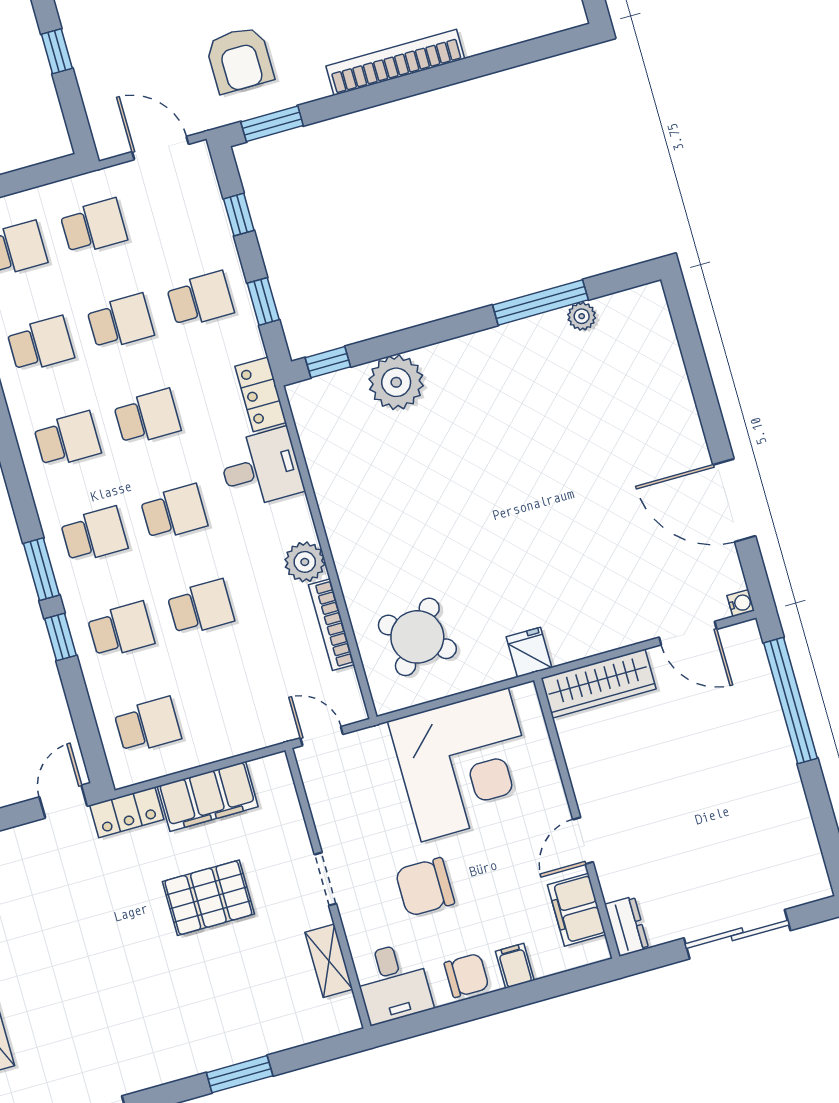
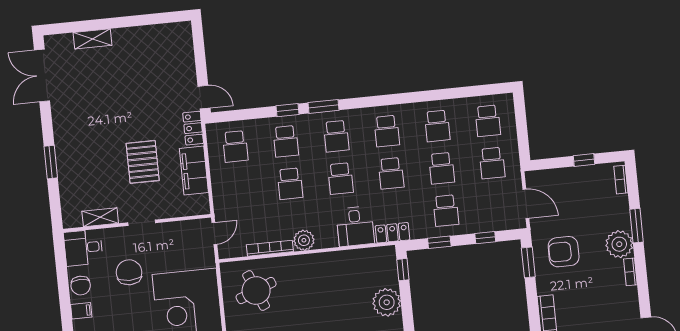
door: (160, 148) -> (526, 204), hinge flipped
round table: (417, 637) -> (256, 291), turned 30

